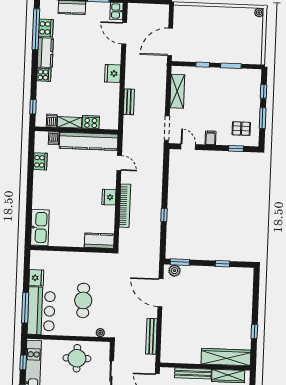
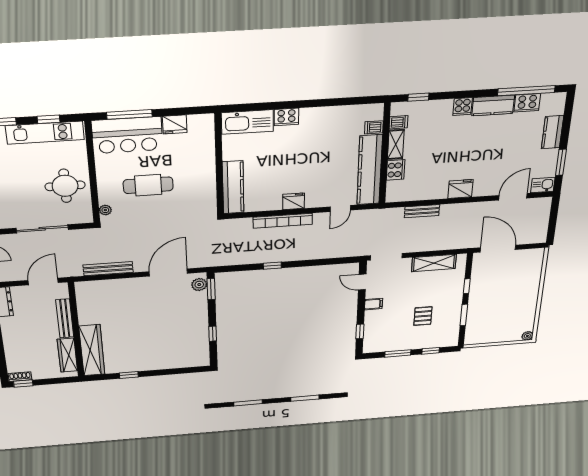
pallet: (241, 129) -> (423, 316), moved
door: (188, 147) -> (362, 282), swing flipped
cooker: (40, 161) -> (286, 117), moved
kitchen counter: (99, 241) -> (233, 187), width x1.50

